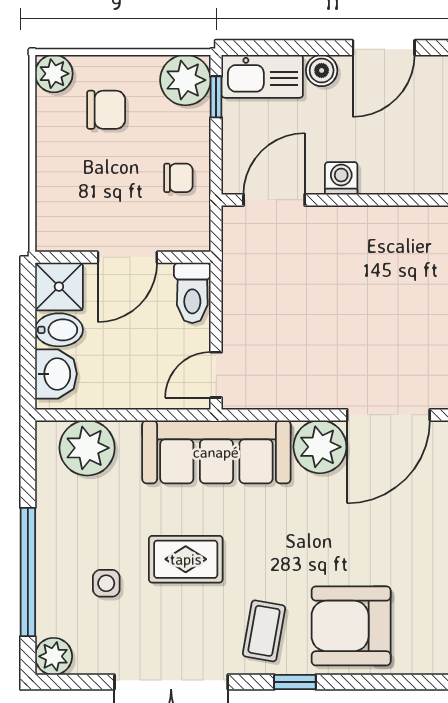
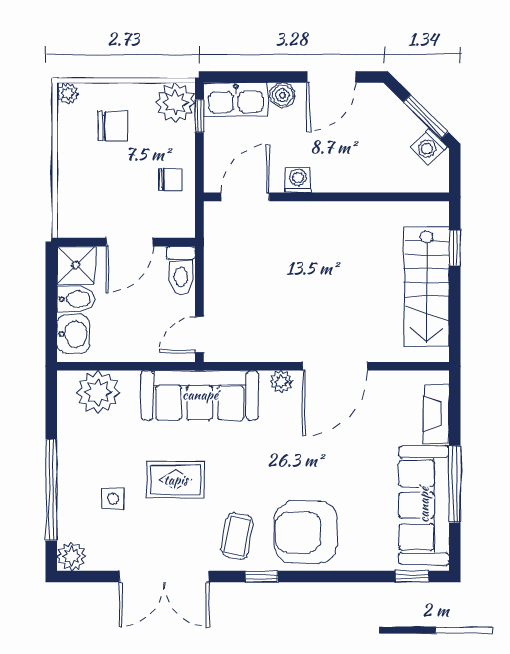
plant: (54, 74) -> (68, 93), width x0.73, depth x0.73
plant: (320, 447) -> (281, 382), width x0.53, depth x0.53

